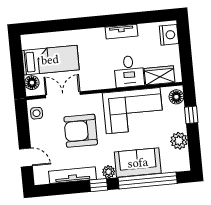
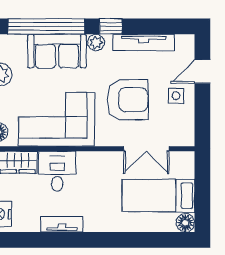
floor lamp: (32, 83) -> (185, 223), moved
side table: (37, 113) -> (176, 96), moved
door: (26, 158) -> (202, 71), hinge flipped

